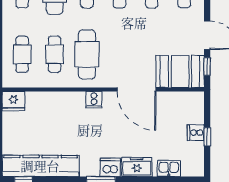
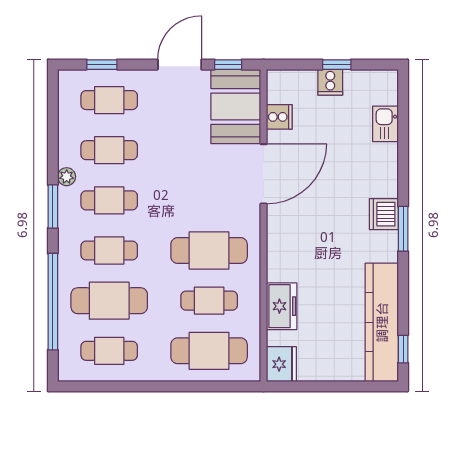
cafe table: (22, 54) -> (209, 351), width x1.37, depth x1.35
cooker: (94, 100) -> (279, 117), moved
freezer: (137, 167) -> (282, 306), moved, turned 180

